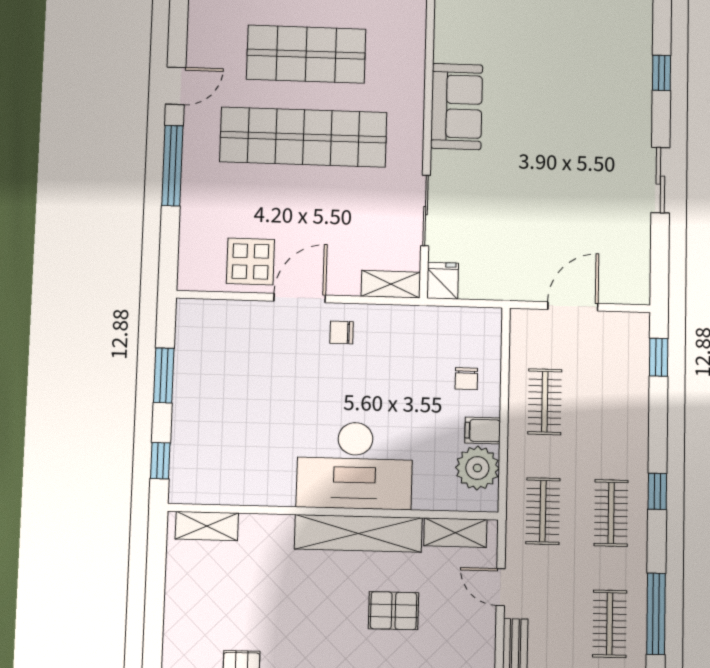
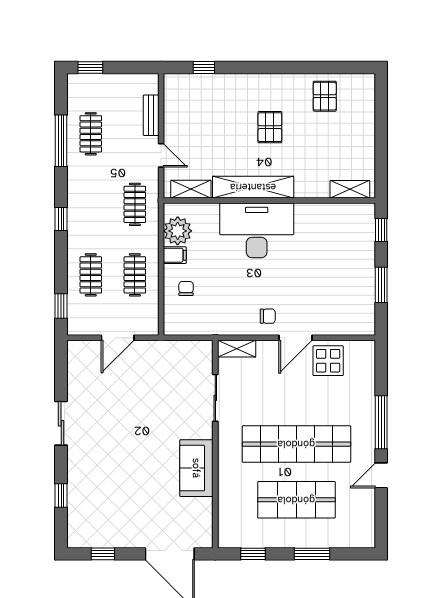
fridge: (443, 281) -> (203, 352), removed
clothes rail: (611, 513) -> (91, 275), moved
pallet: (393, 611) -> (270, 127), moved, turned 90

